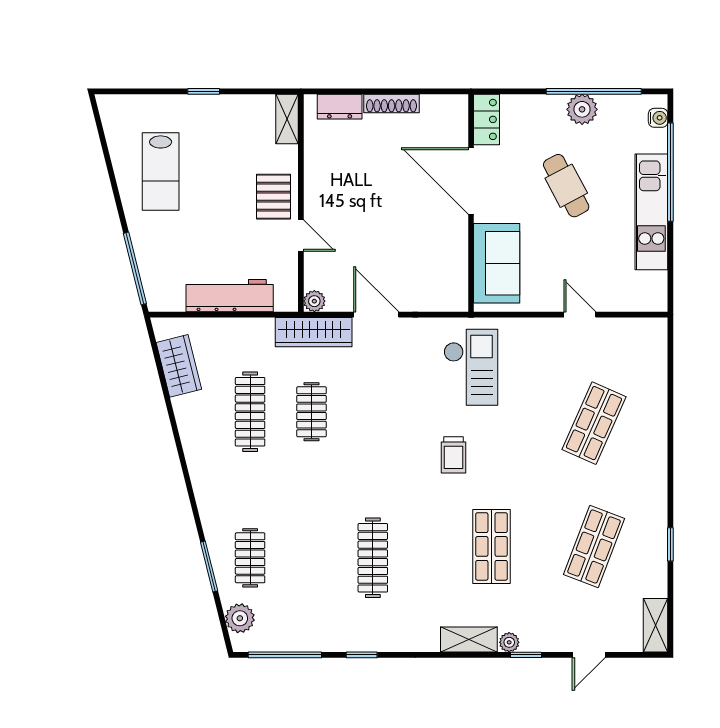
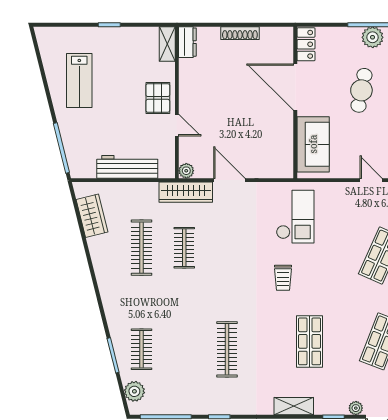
dresser: (340, 107) -> (187, 42), moved, turned -90
cafe table: (566, 186) -> (361, 90), turned 39
plant: (509, 642) -> (356, 408), moved

